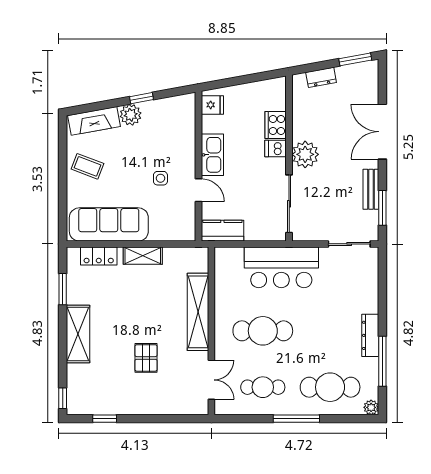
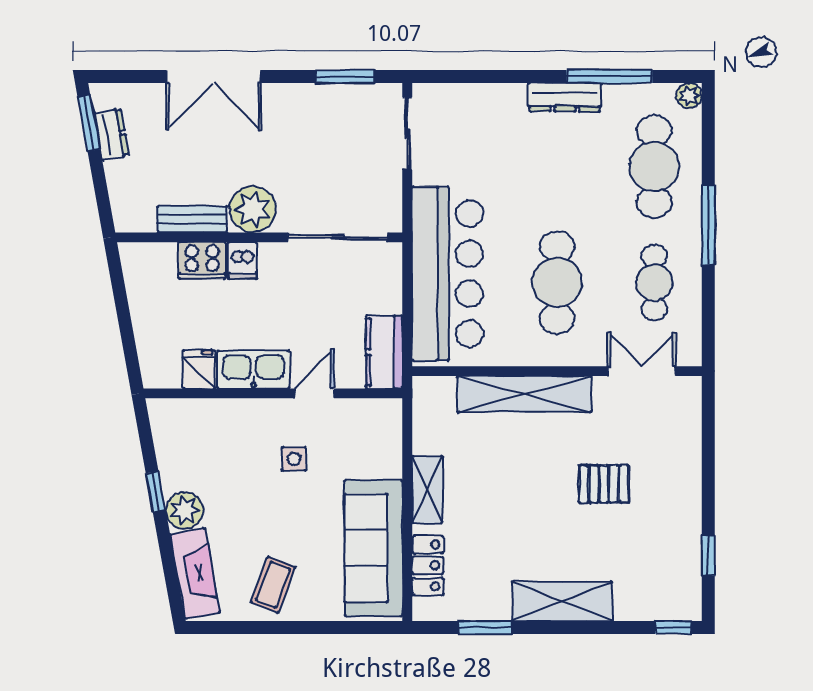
dresser: (321, 77) -> (111, 134), moved
fridge: (212, 105) -> (199, 369), moved
bench: (371, 189) -> (192, 219), moved
bar counter: (281, 267) -> (447, 274), width x1.36

